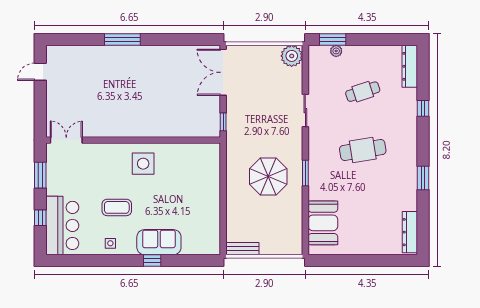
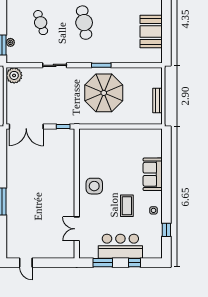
double door: (66, 140) -> (77, 229), moved
parasol: (268, 176) -> (104, 93), width x1.36, depth x1.36
booth: (323, 223) -> (151, 31), moved, turned 90
bar counter: (62, 225) -> (120, 246), moved
bench: (242, 249) -> (157, 100), moved
window: (152, 261) -> (166, 230), moved

